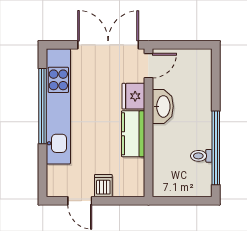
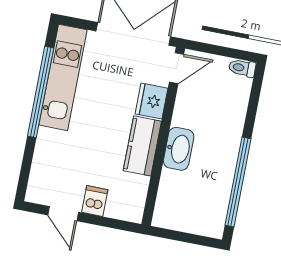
kitchen unit: (58, 106) -> (63, 77), width x0.73
washbasin: (163, 106) -> (179, 149), moved
toilet: (201, 156) -> (242, 68), moved

